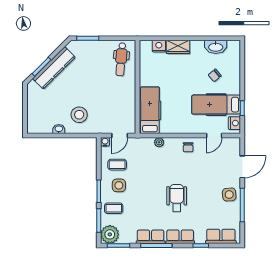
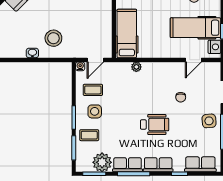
chair: (188, 147) -> (181, 97), moved
wheelchair: (177, 198) -> (155, 125), turned 90
plant: (110, 234) -> (102, 162), moved

